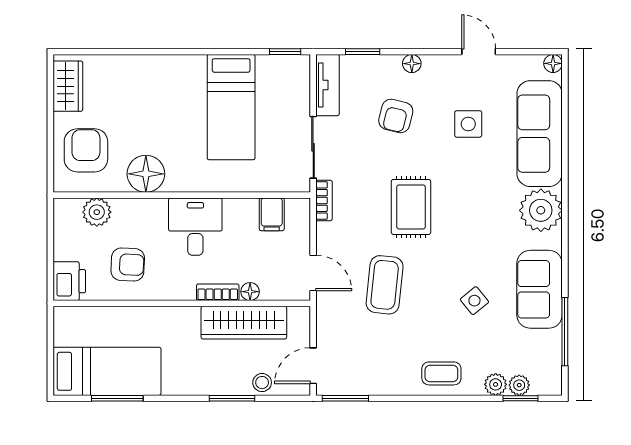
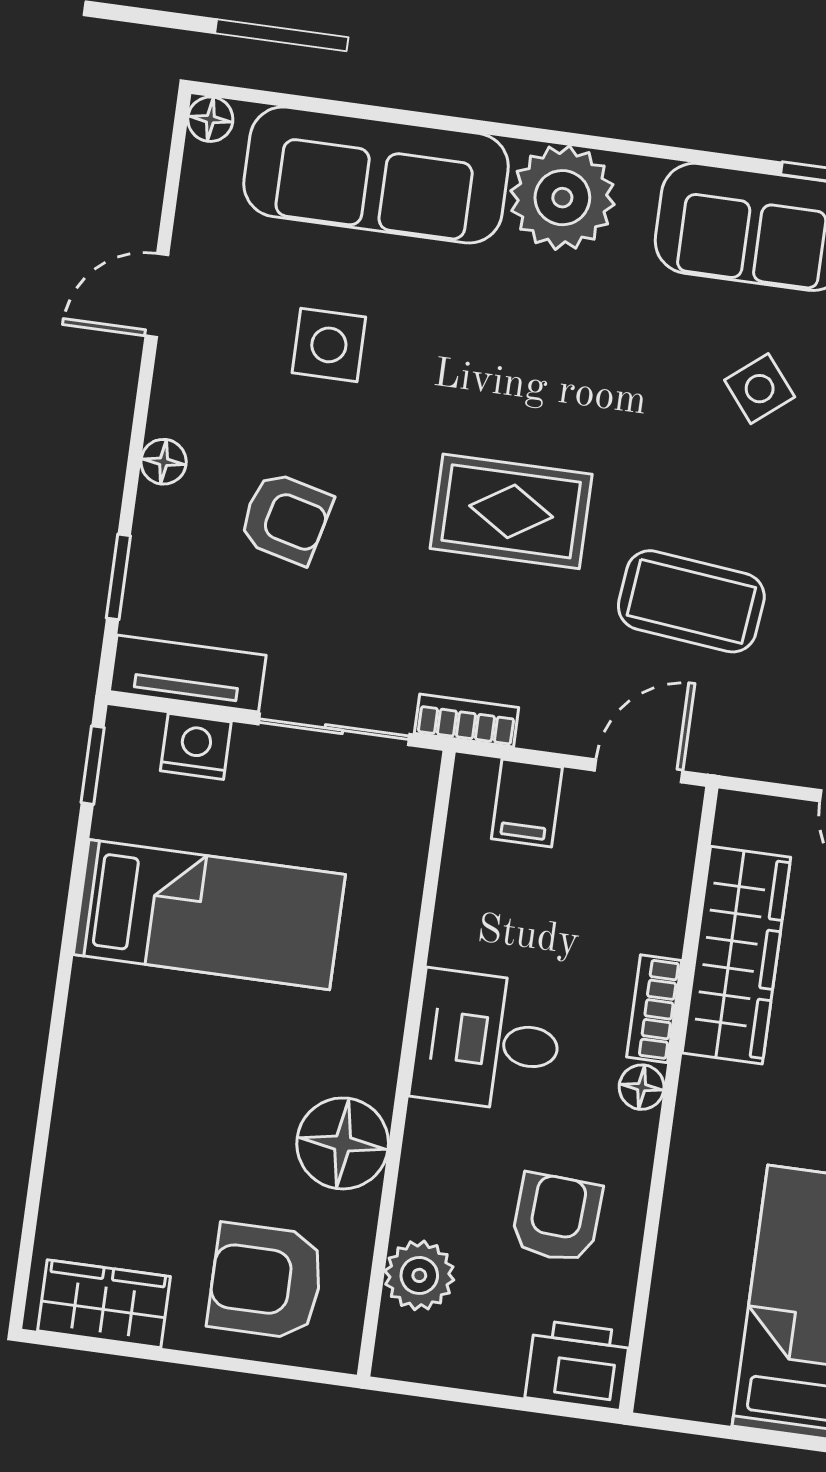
nightstand: (298, 92) -> (196, 746), added
filing cabinet: (272, 214) -> (527, 803), moved, turned 90
floor lamp: (250, 292) -> (642, 1087), moved

